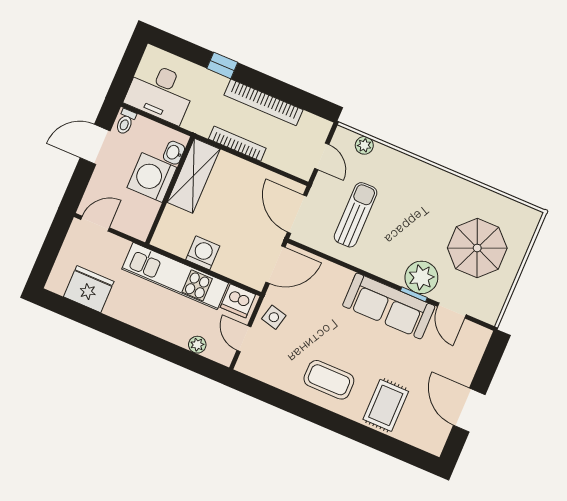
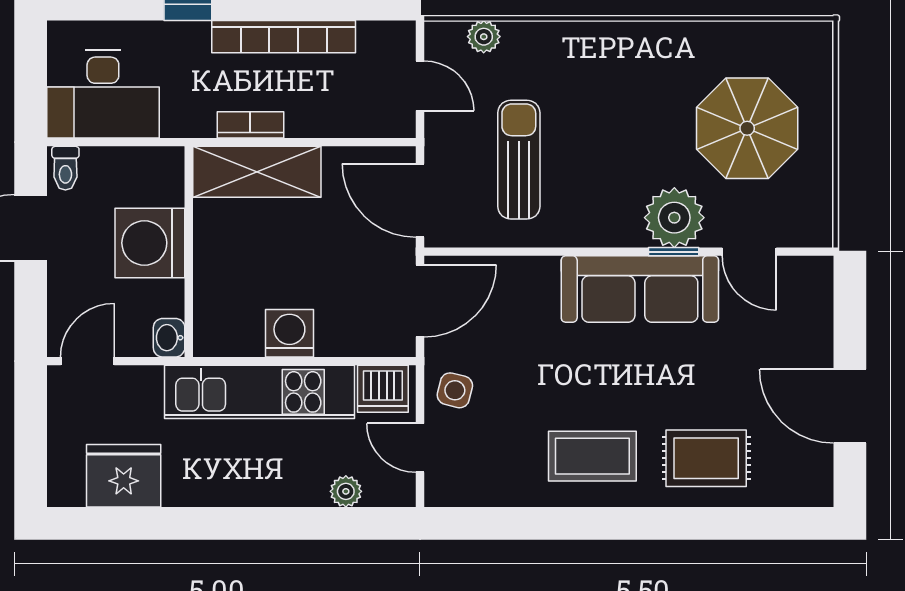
bookcase: (237, 144) -> (250, 125), width x0.64
washbasin: (174, 153) -> (169, 338), moved
shelving: (194, 176) -> (257, 172), moved, turned 90
rug: (386, 405) -> (706, 458), turned 90

